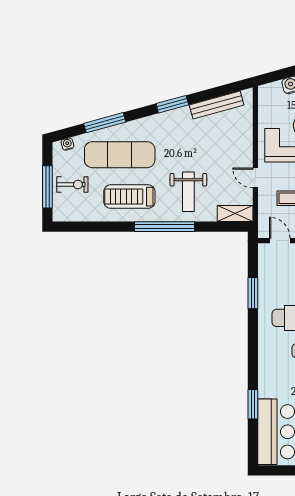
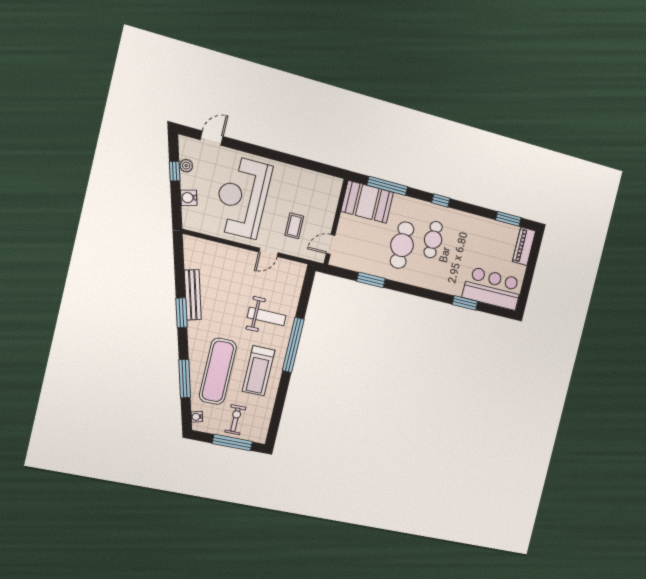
bench: (217, 105) -> (193, 295), moved
shelving: (235, 213) -> (296, 279), removed

